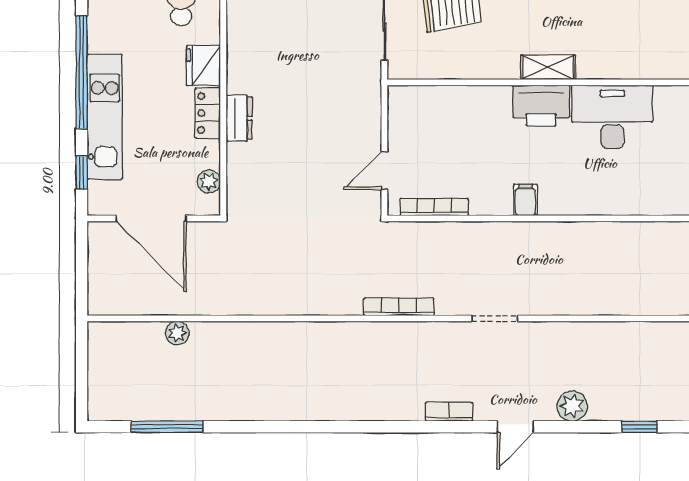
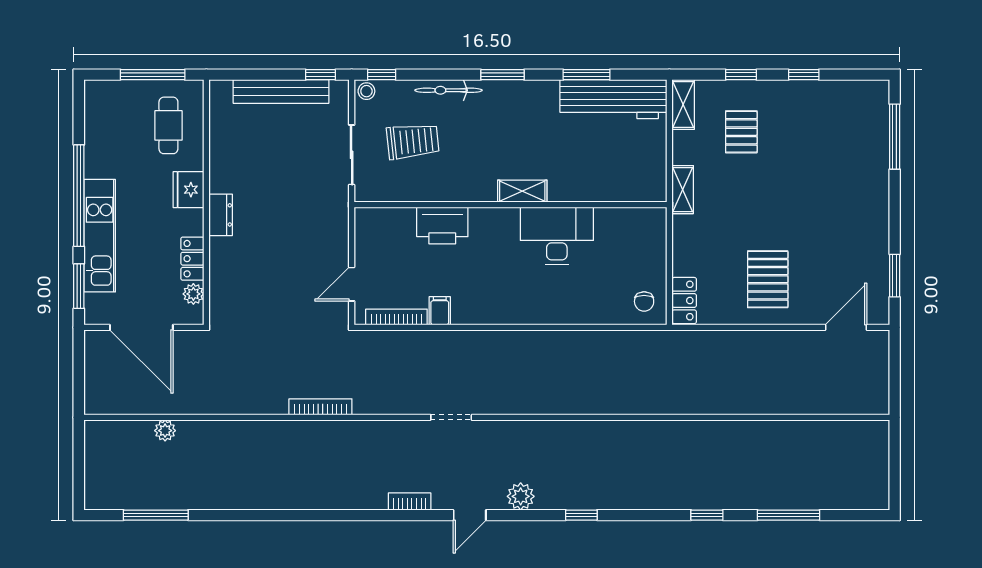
shelving: (548, 67) -> (522, 191), moved
printer: (541, 106) -> (442, 226), moved
locker: (208, 113) -> (192, 259), moved
dresser: (239, 118) -> (221, 215), moved
window: (82, 173) -> (79, 286), width x1.50
filing cabinet: (525, 200) -> (440, 311), moved
bookcase: (399, 307) -> (320, 407), moved

